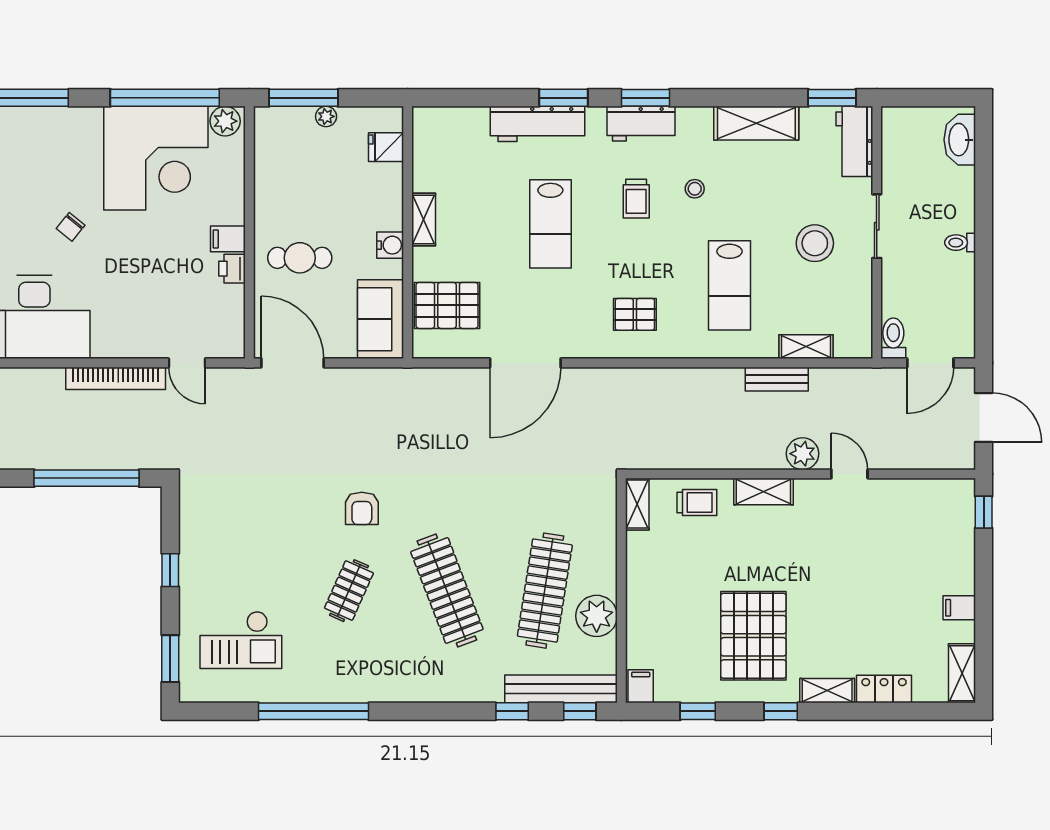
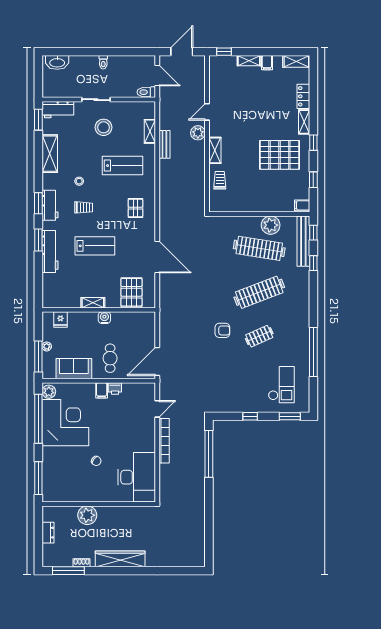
sofa: (381, 319) -> (74, 369), moved, turned 180
shelving: (637, 504) -> (249, 61), moved
clothes rail: (349, 591) -> (259, 336), turned -48

